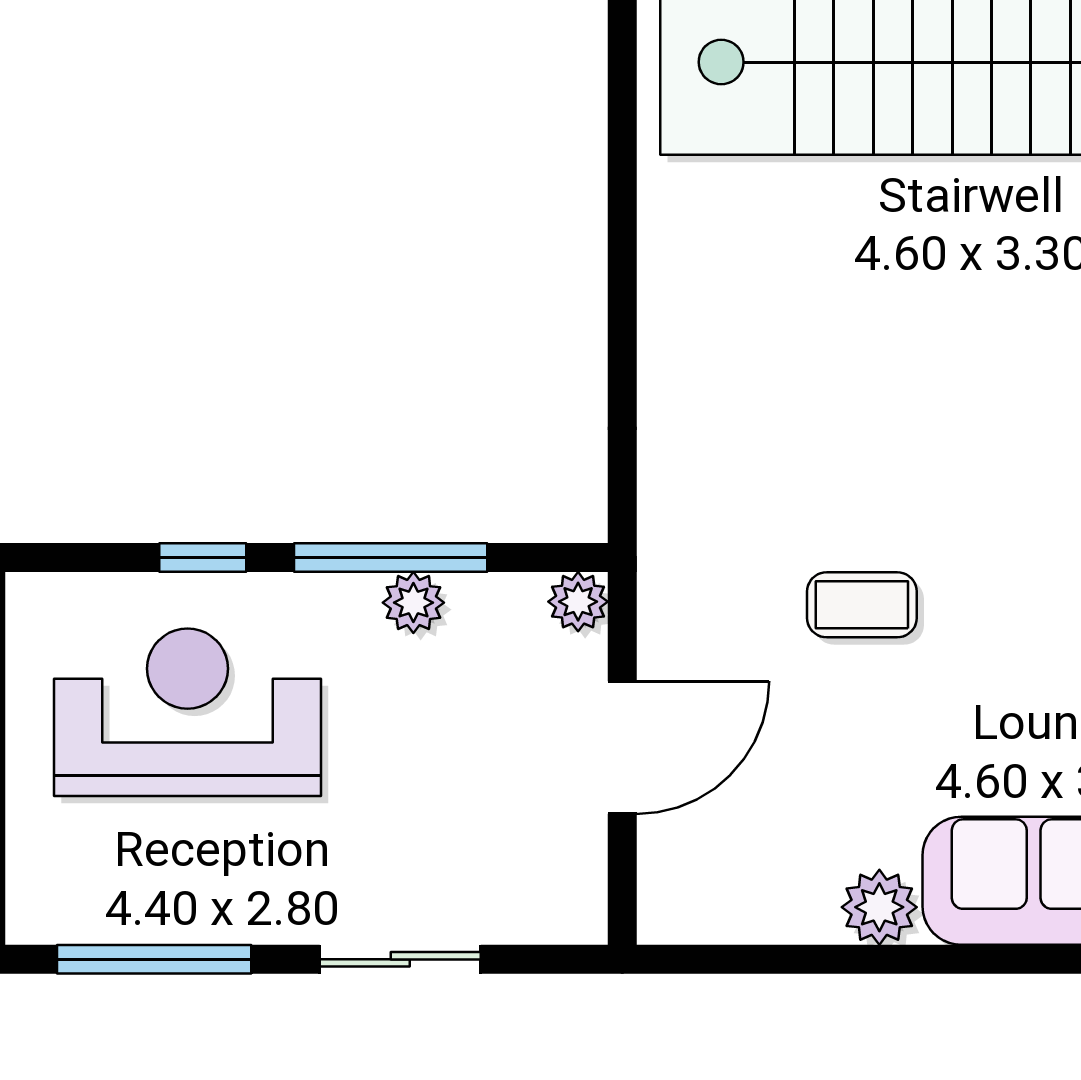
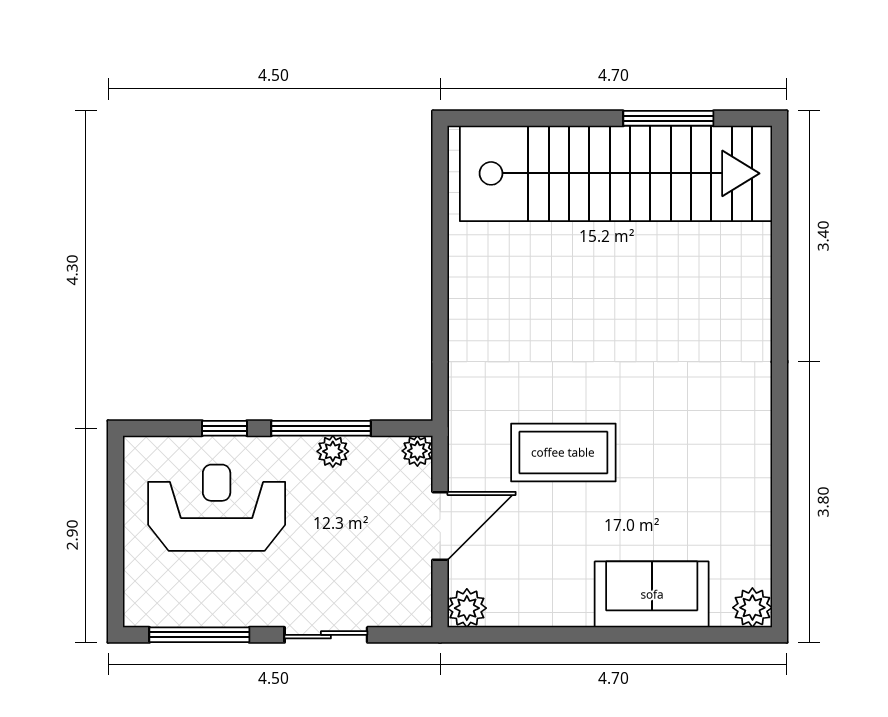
coffee table: (862, 605) -> (563, 452), width x1.86, depth x1.72
plant: (879, 907) -> (467, 608), moved

